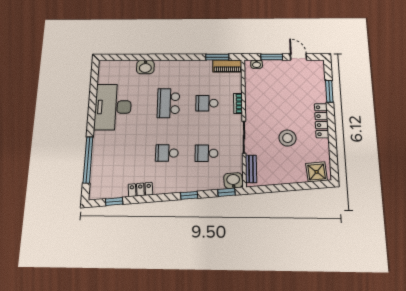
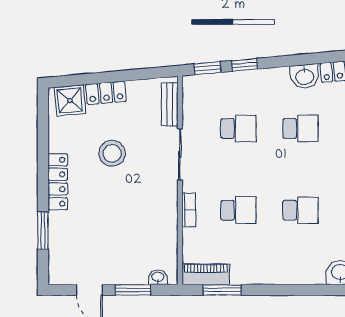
school desk: (168, 103) -> (301, 210), width x0.54
locker: (293, 177) -> (106, 93), added
washbasin: (233, 181) -> (305, 76), moved
window: (189, 195) -> (244, 65), moved

